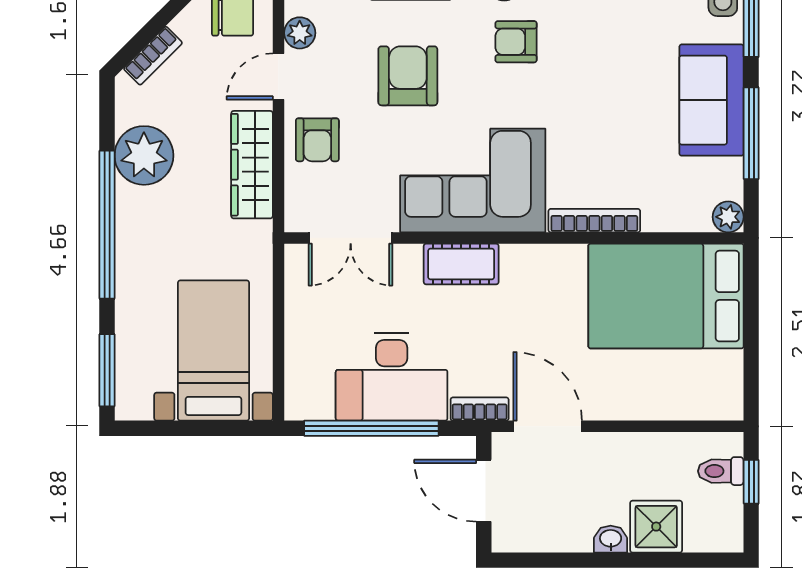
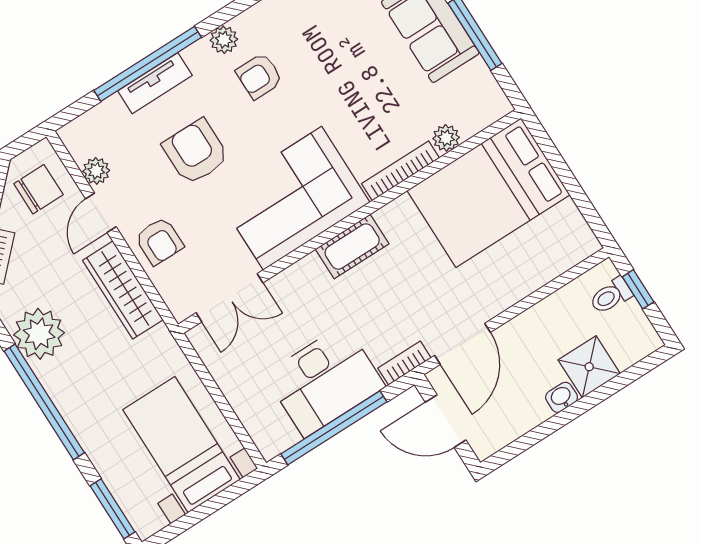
plant: (728, 217) -> (446, 138), moved
cot: (461, 264) -> (352, 247), moved
door: (548, 426) -> (463, 344), swing flipped

